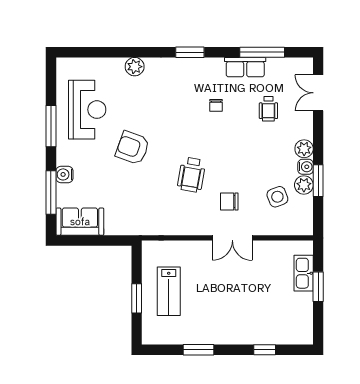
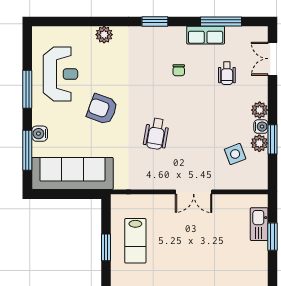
chair: (229, 201) -> (191, 158), removed
sofa: (80, 222) -> (72, 173), width x1.85, depth x1.27

